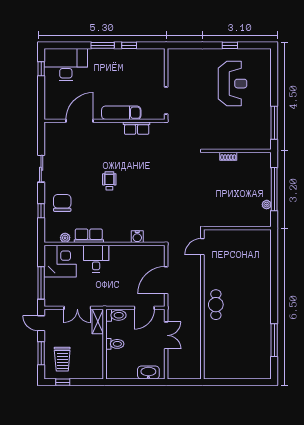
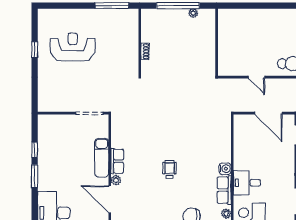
plant: (99, 127) -> (116, 180), added
row of seats: (137, 128) -> (117, 161), moved
wheelchair: (109, 181) -> (170, 170), turned 90
water cooler: (137, 237) -> (225, 169), moved
door: (202, 247) -> (256, 77), moved

